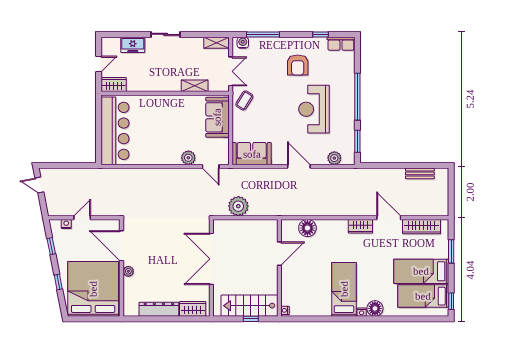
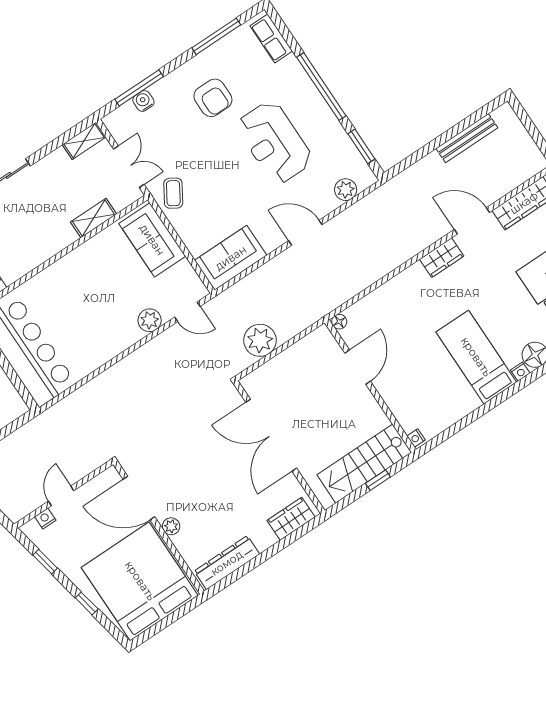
window: (321, 34) -> (216, 36), width x2.17
water cooler: (243, 43) -> (143, 101), moved
row of seats: (341, 44) -> (271, 38), moved, turned 90
bench: (420, 173) -> (467, 138), width x1.36
floor lamp: (307, 228) -> (339, 322), moved, width x0.53, depth x0.53
dresser: (159, 309) -> (227, 563), moved

